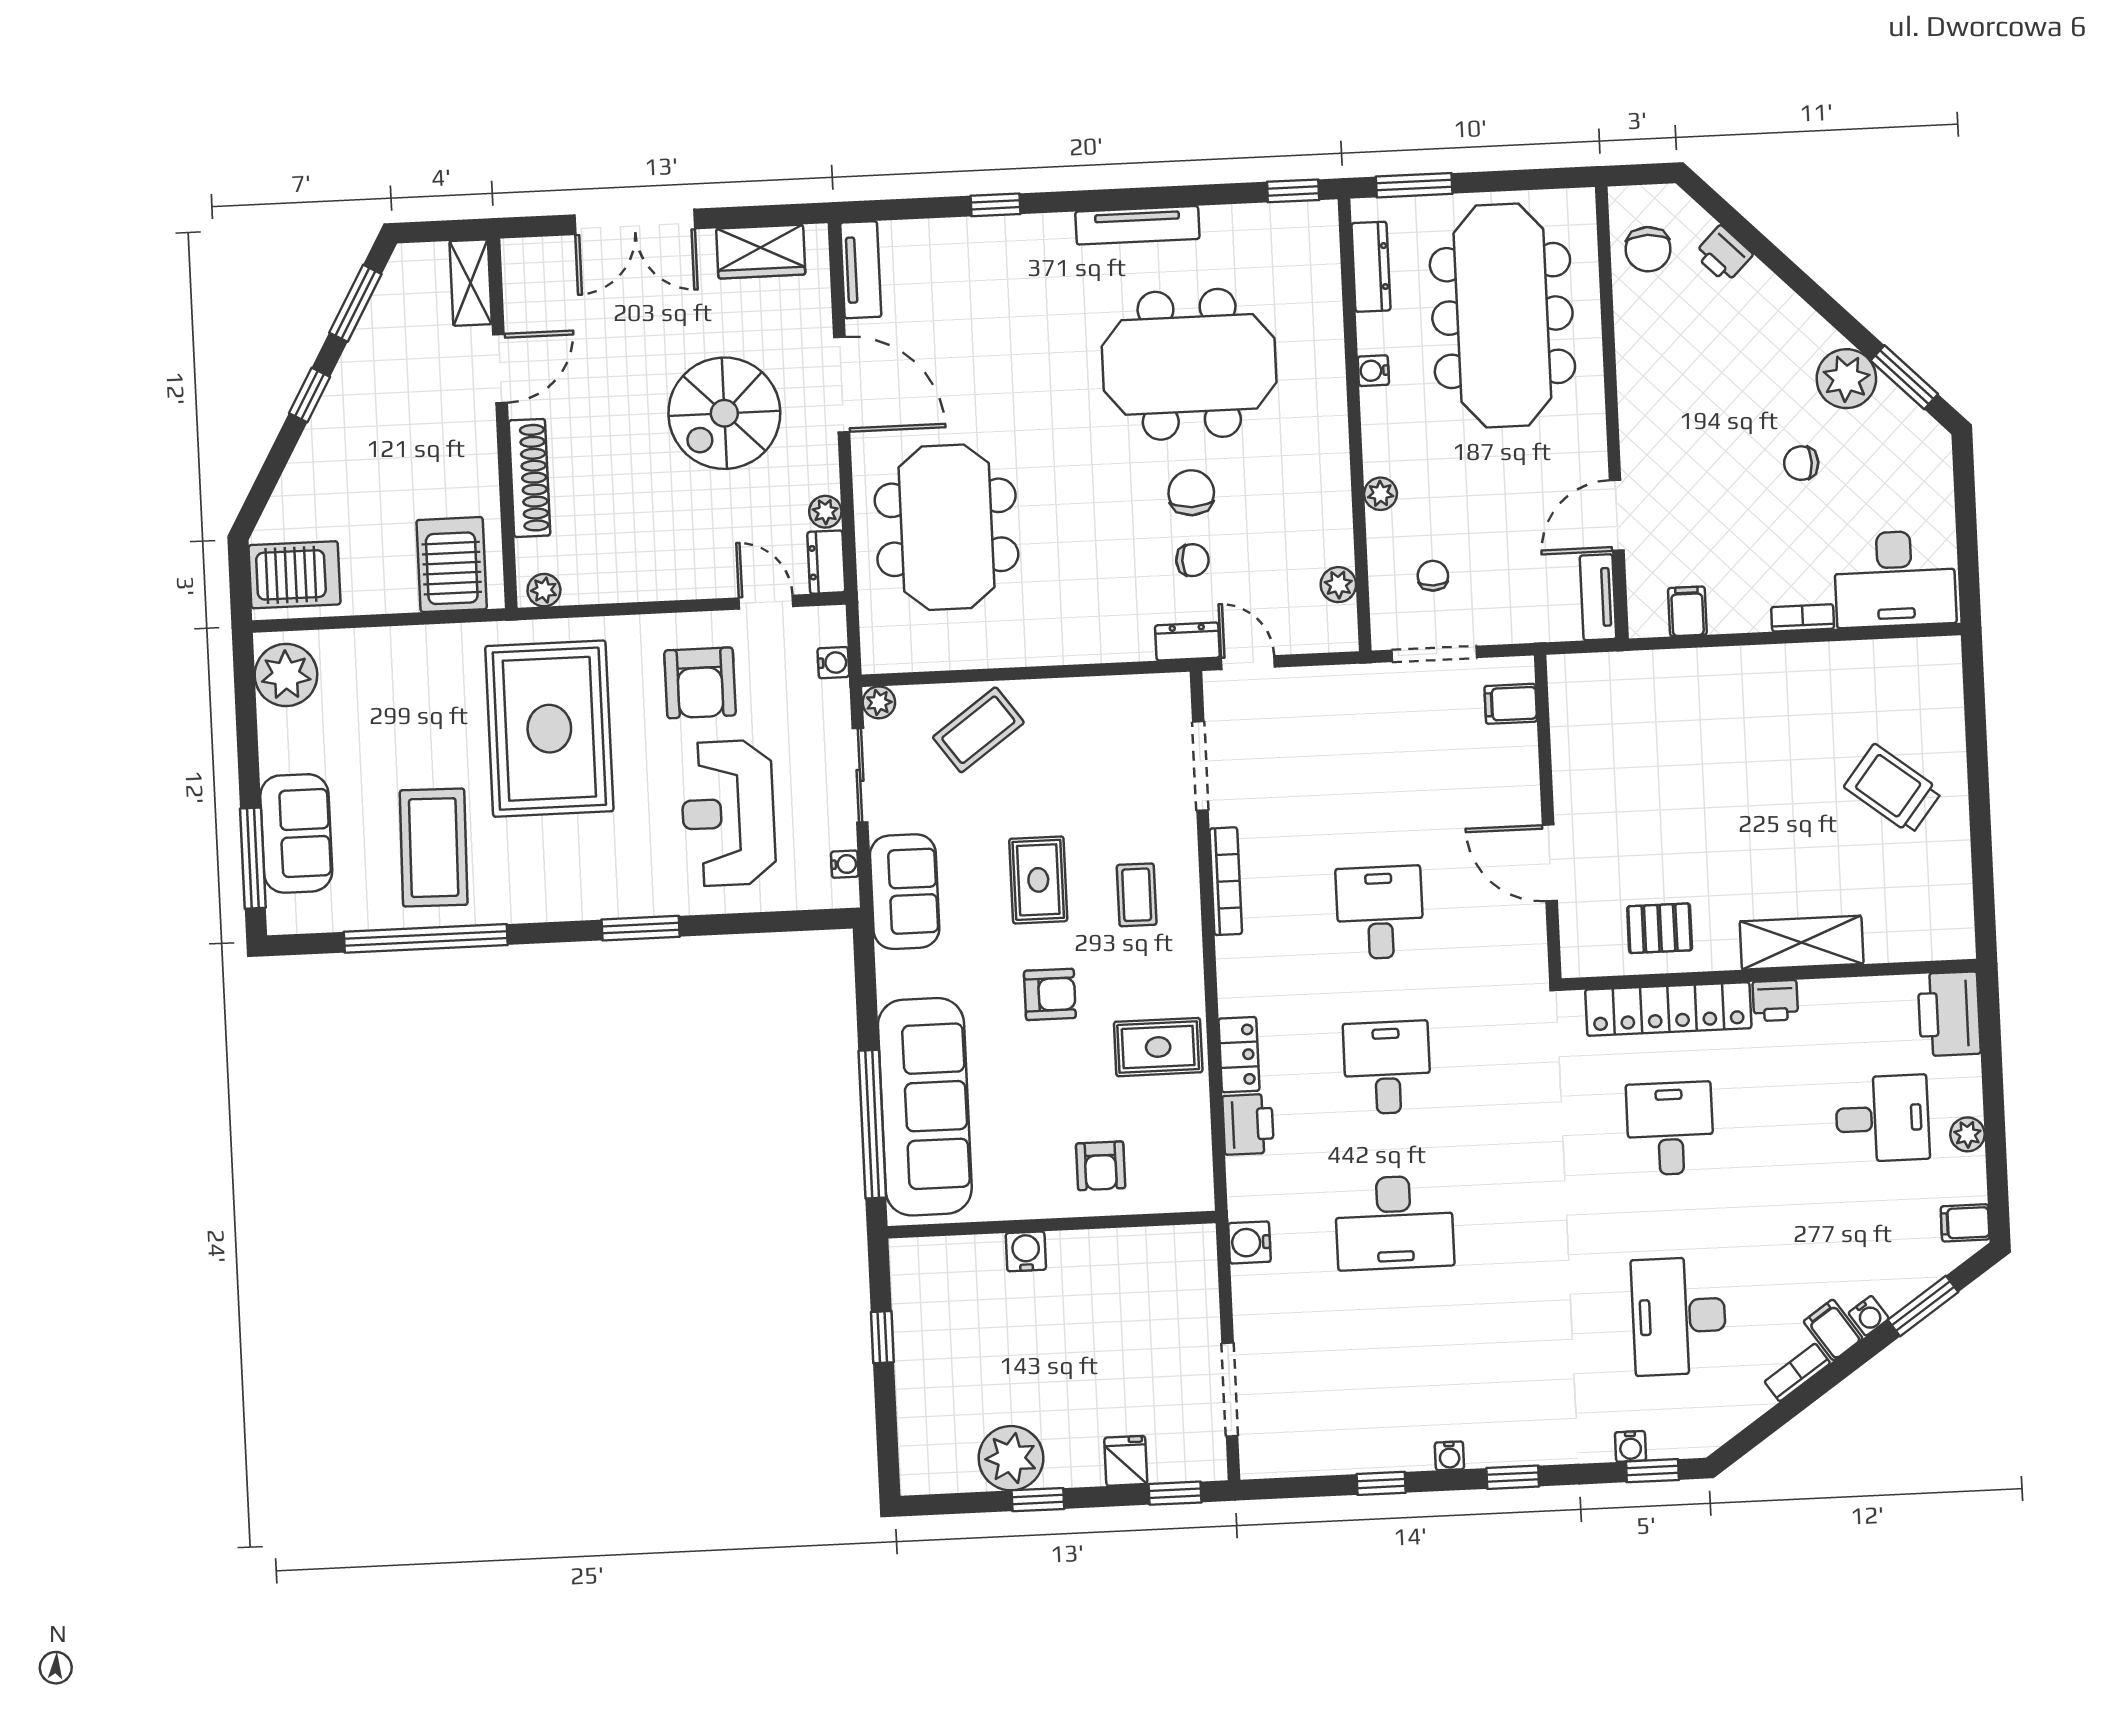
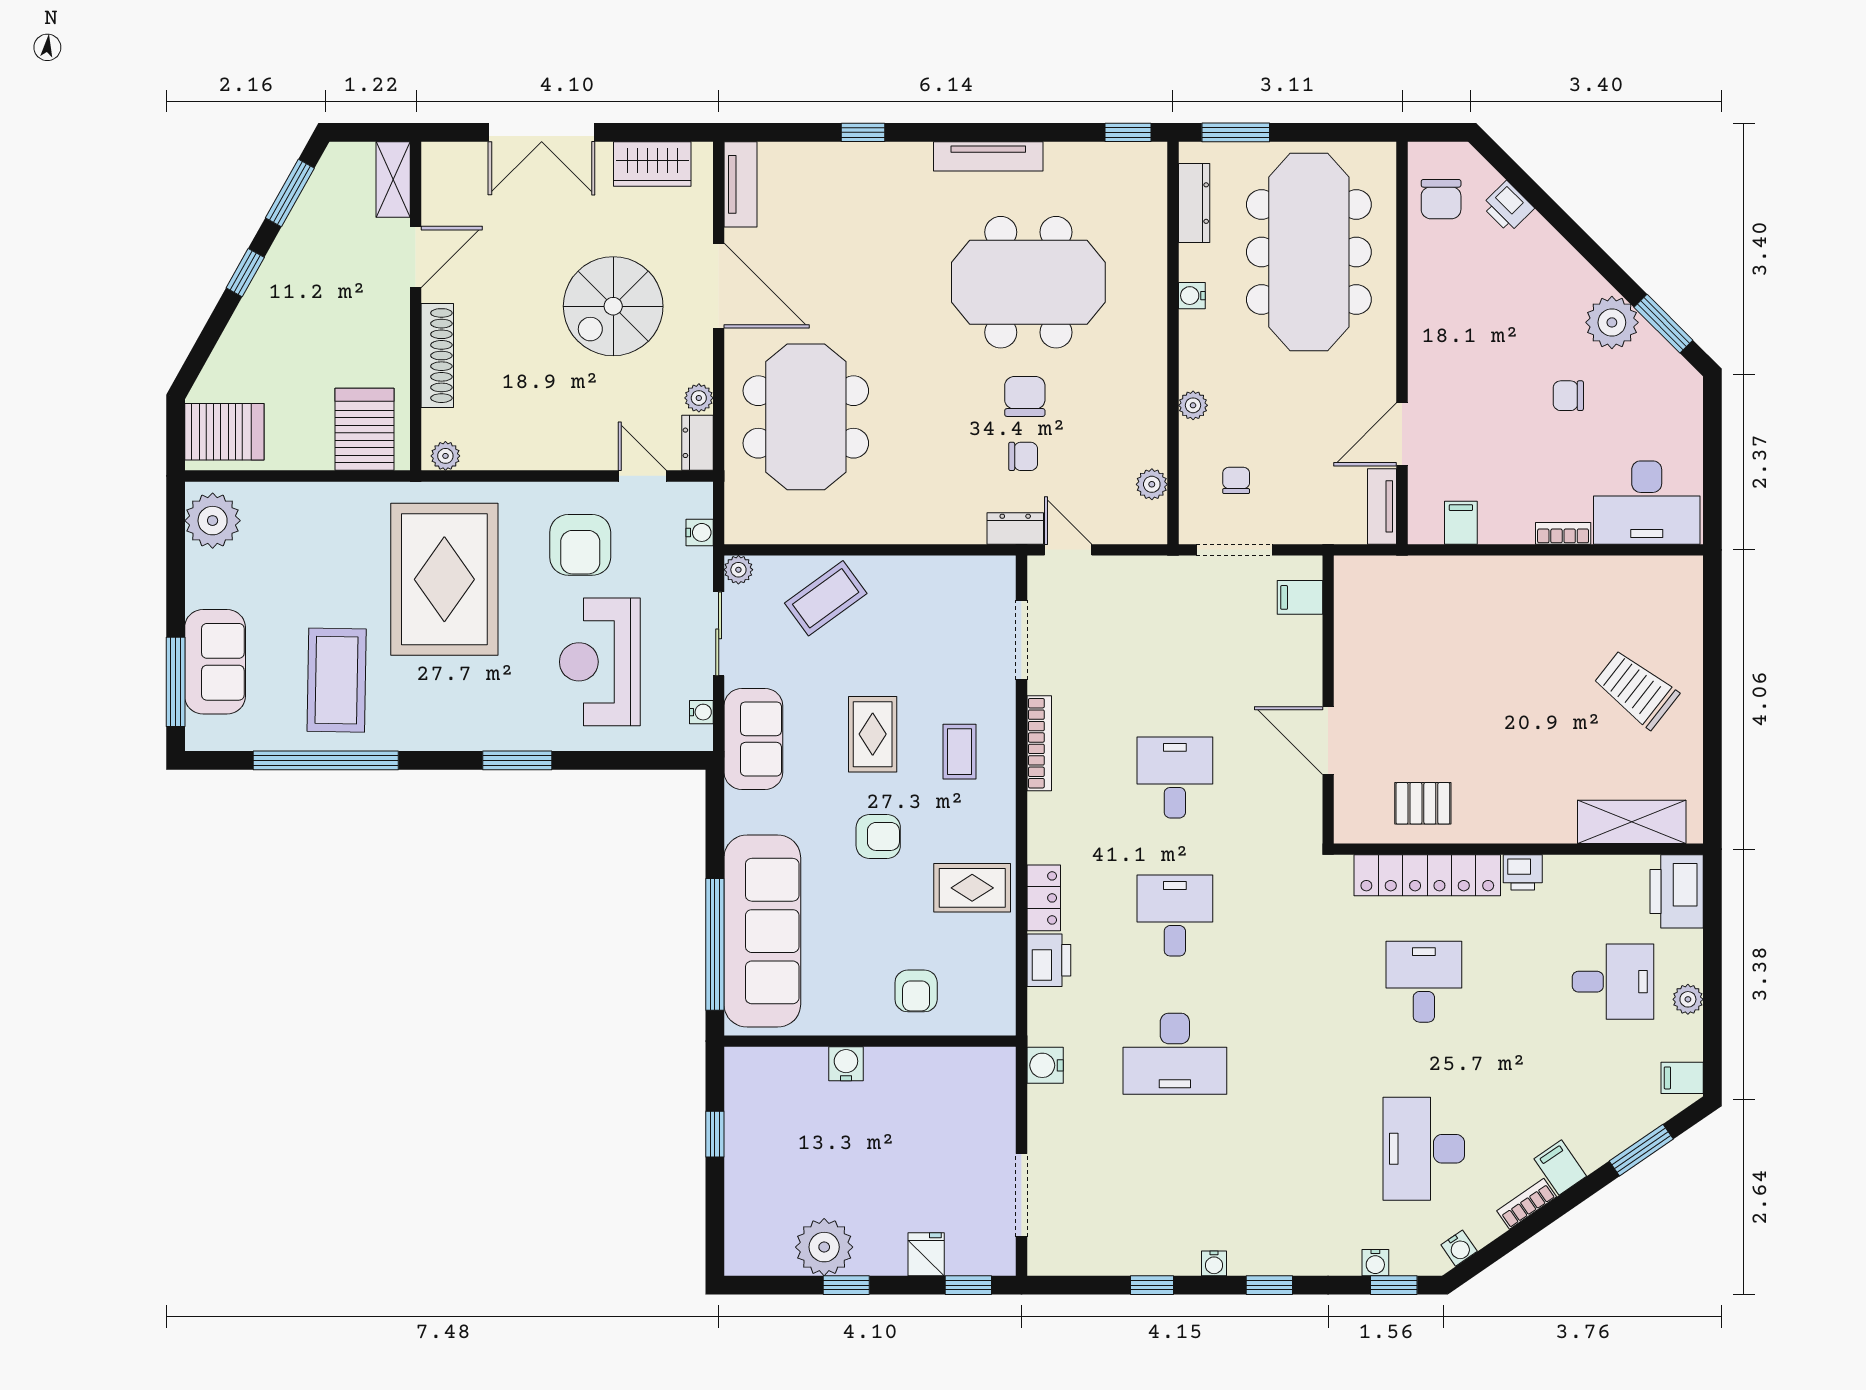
shelving: (1802, 943) -> (1632, 822), moved
water cooler: (1869, 1316) -> (1459, 1248), moved

